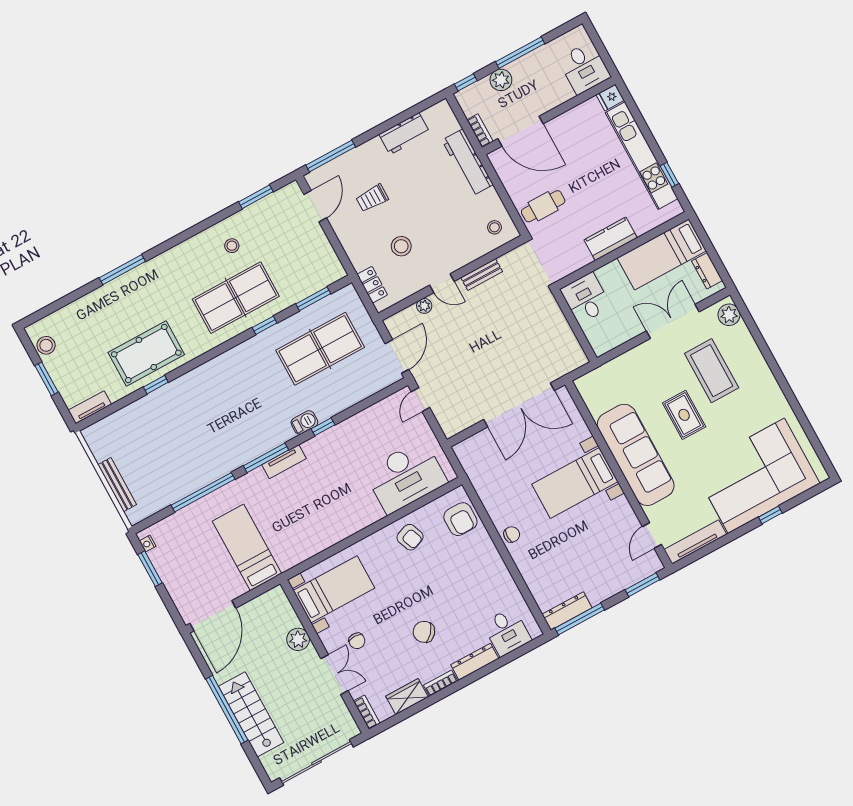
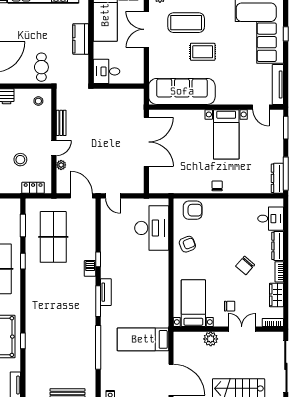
sofa: (636, 455) -> (182, 91), moved
bed with nightstands: (575, 483) -> (226, 134), moved

